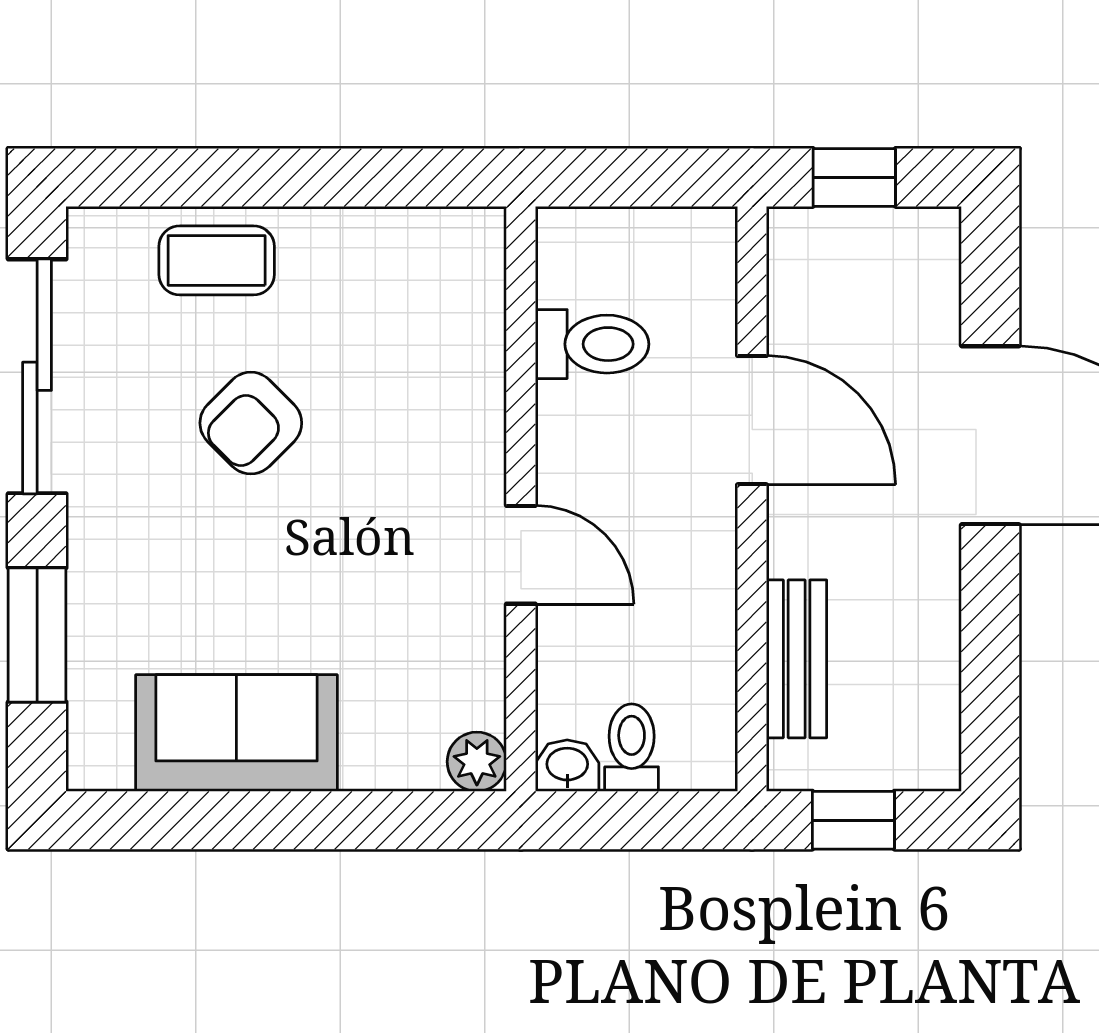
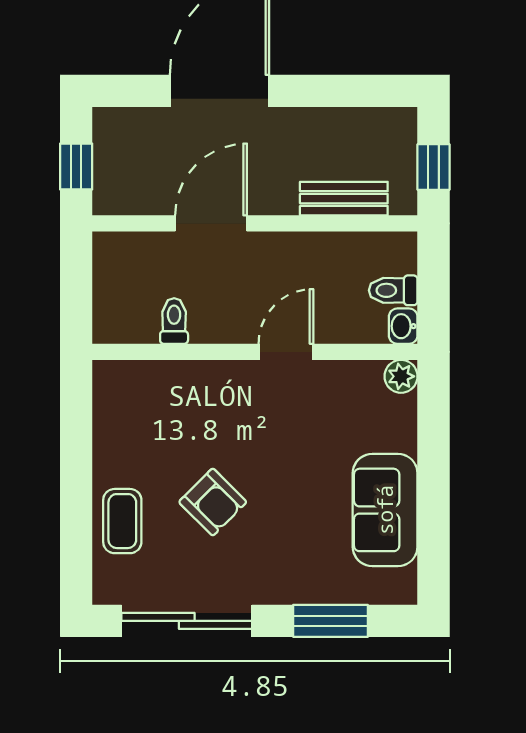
toilet: (592, 344) -> (174, 321), width x0.73, depth x0.72

